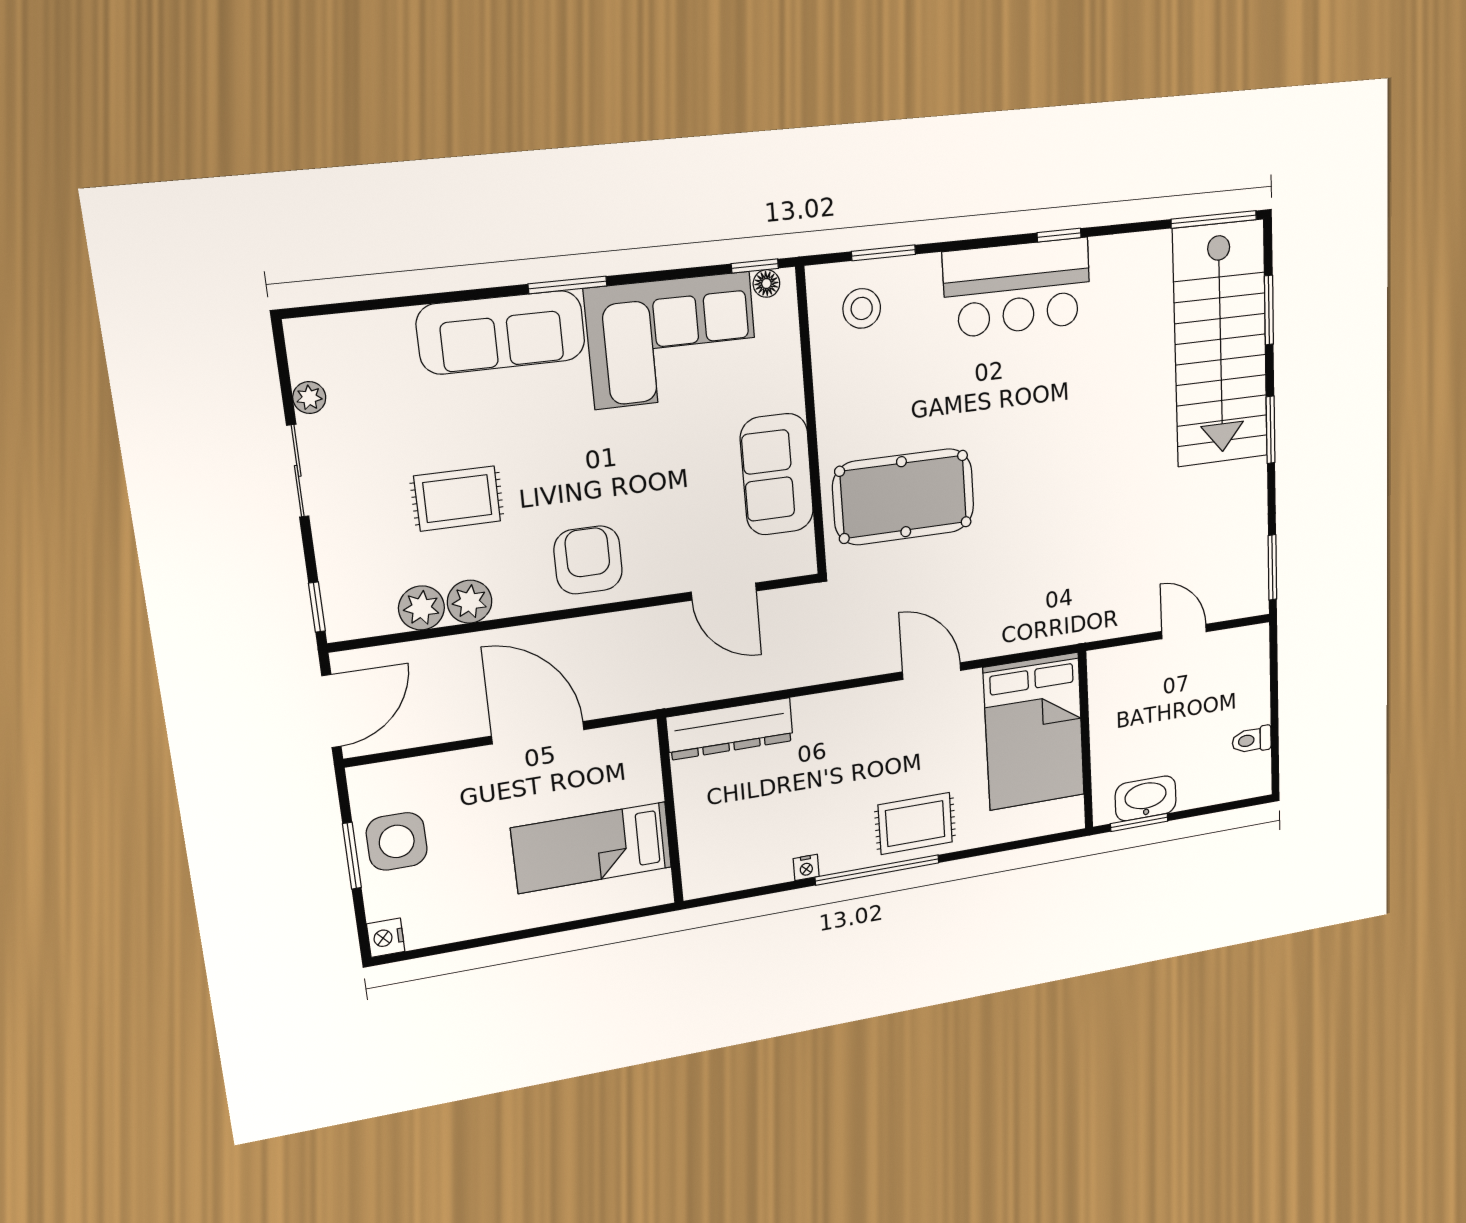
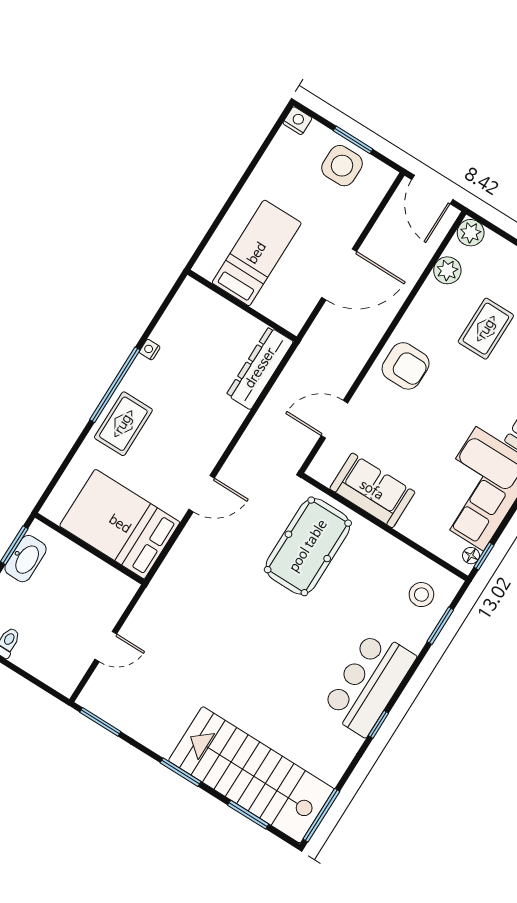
plant: (470, 602) -> (471, 233), moved
window: (317, 607) -> (487, 224), removed

